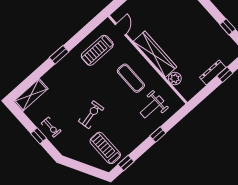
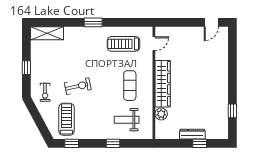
exercise bike: (51, 127) -> (45, 92), moved

